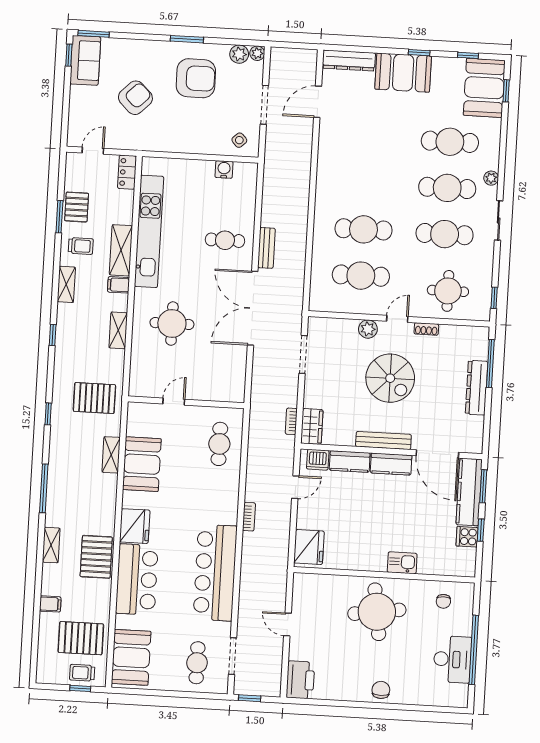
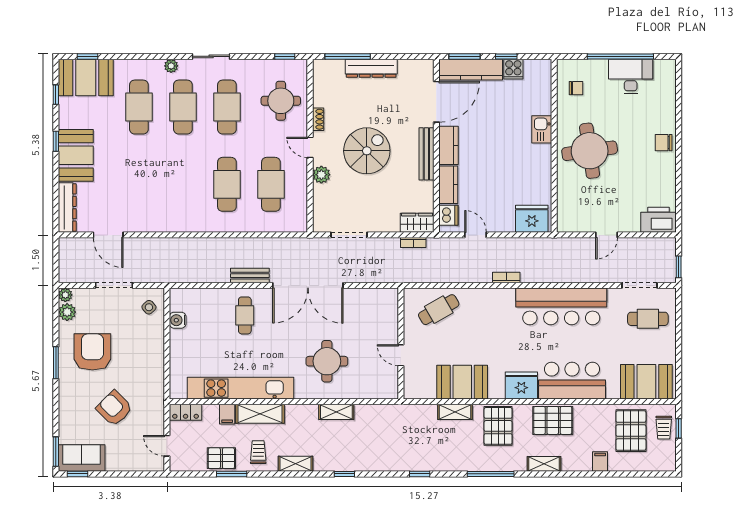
filing cabinet: (118, 285) -> (227, 414), moved
pallet: (94, 398) -> (498, 426), moved
cafe table: (219, 444) -> (439, 310), turned -30

